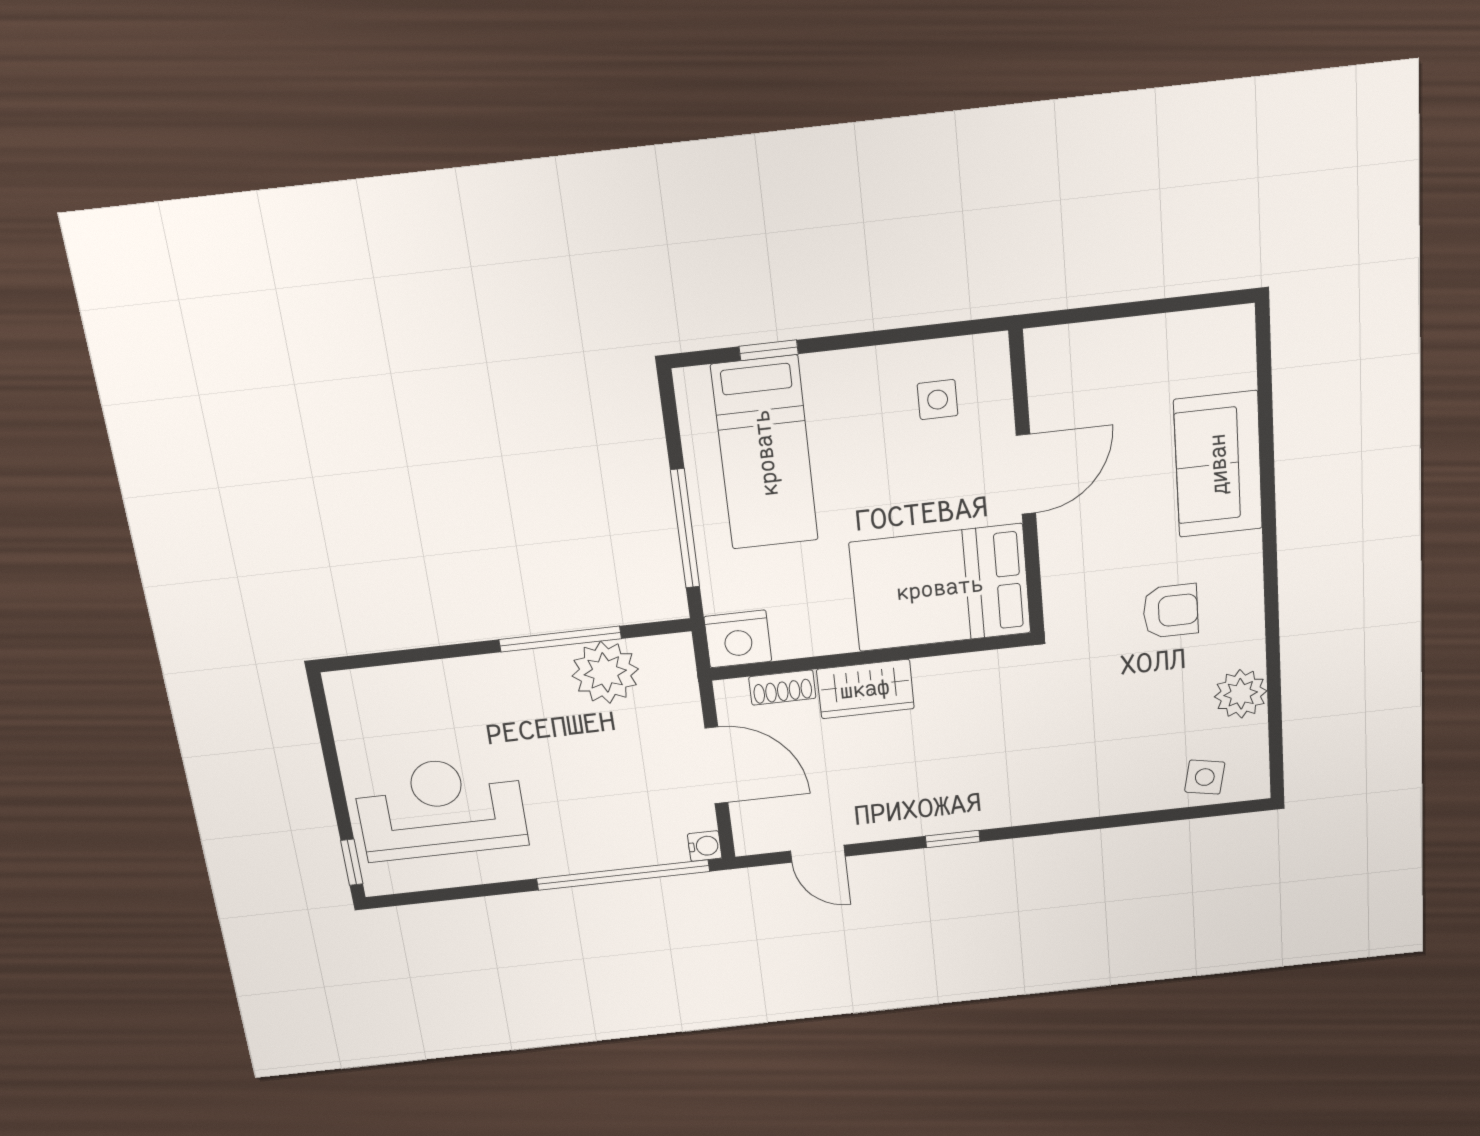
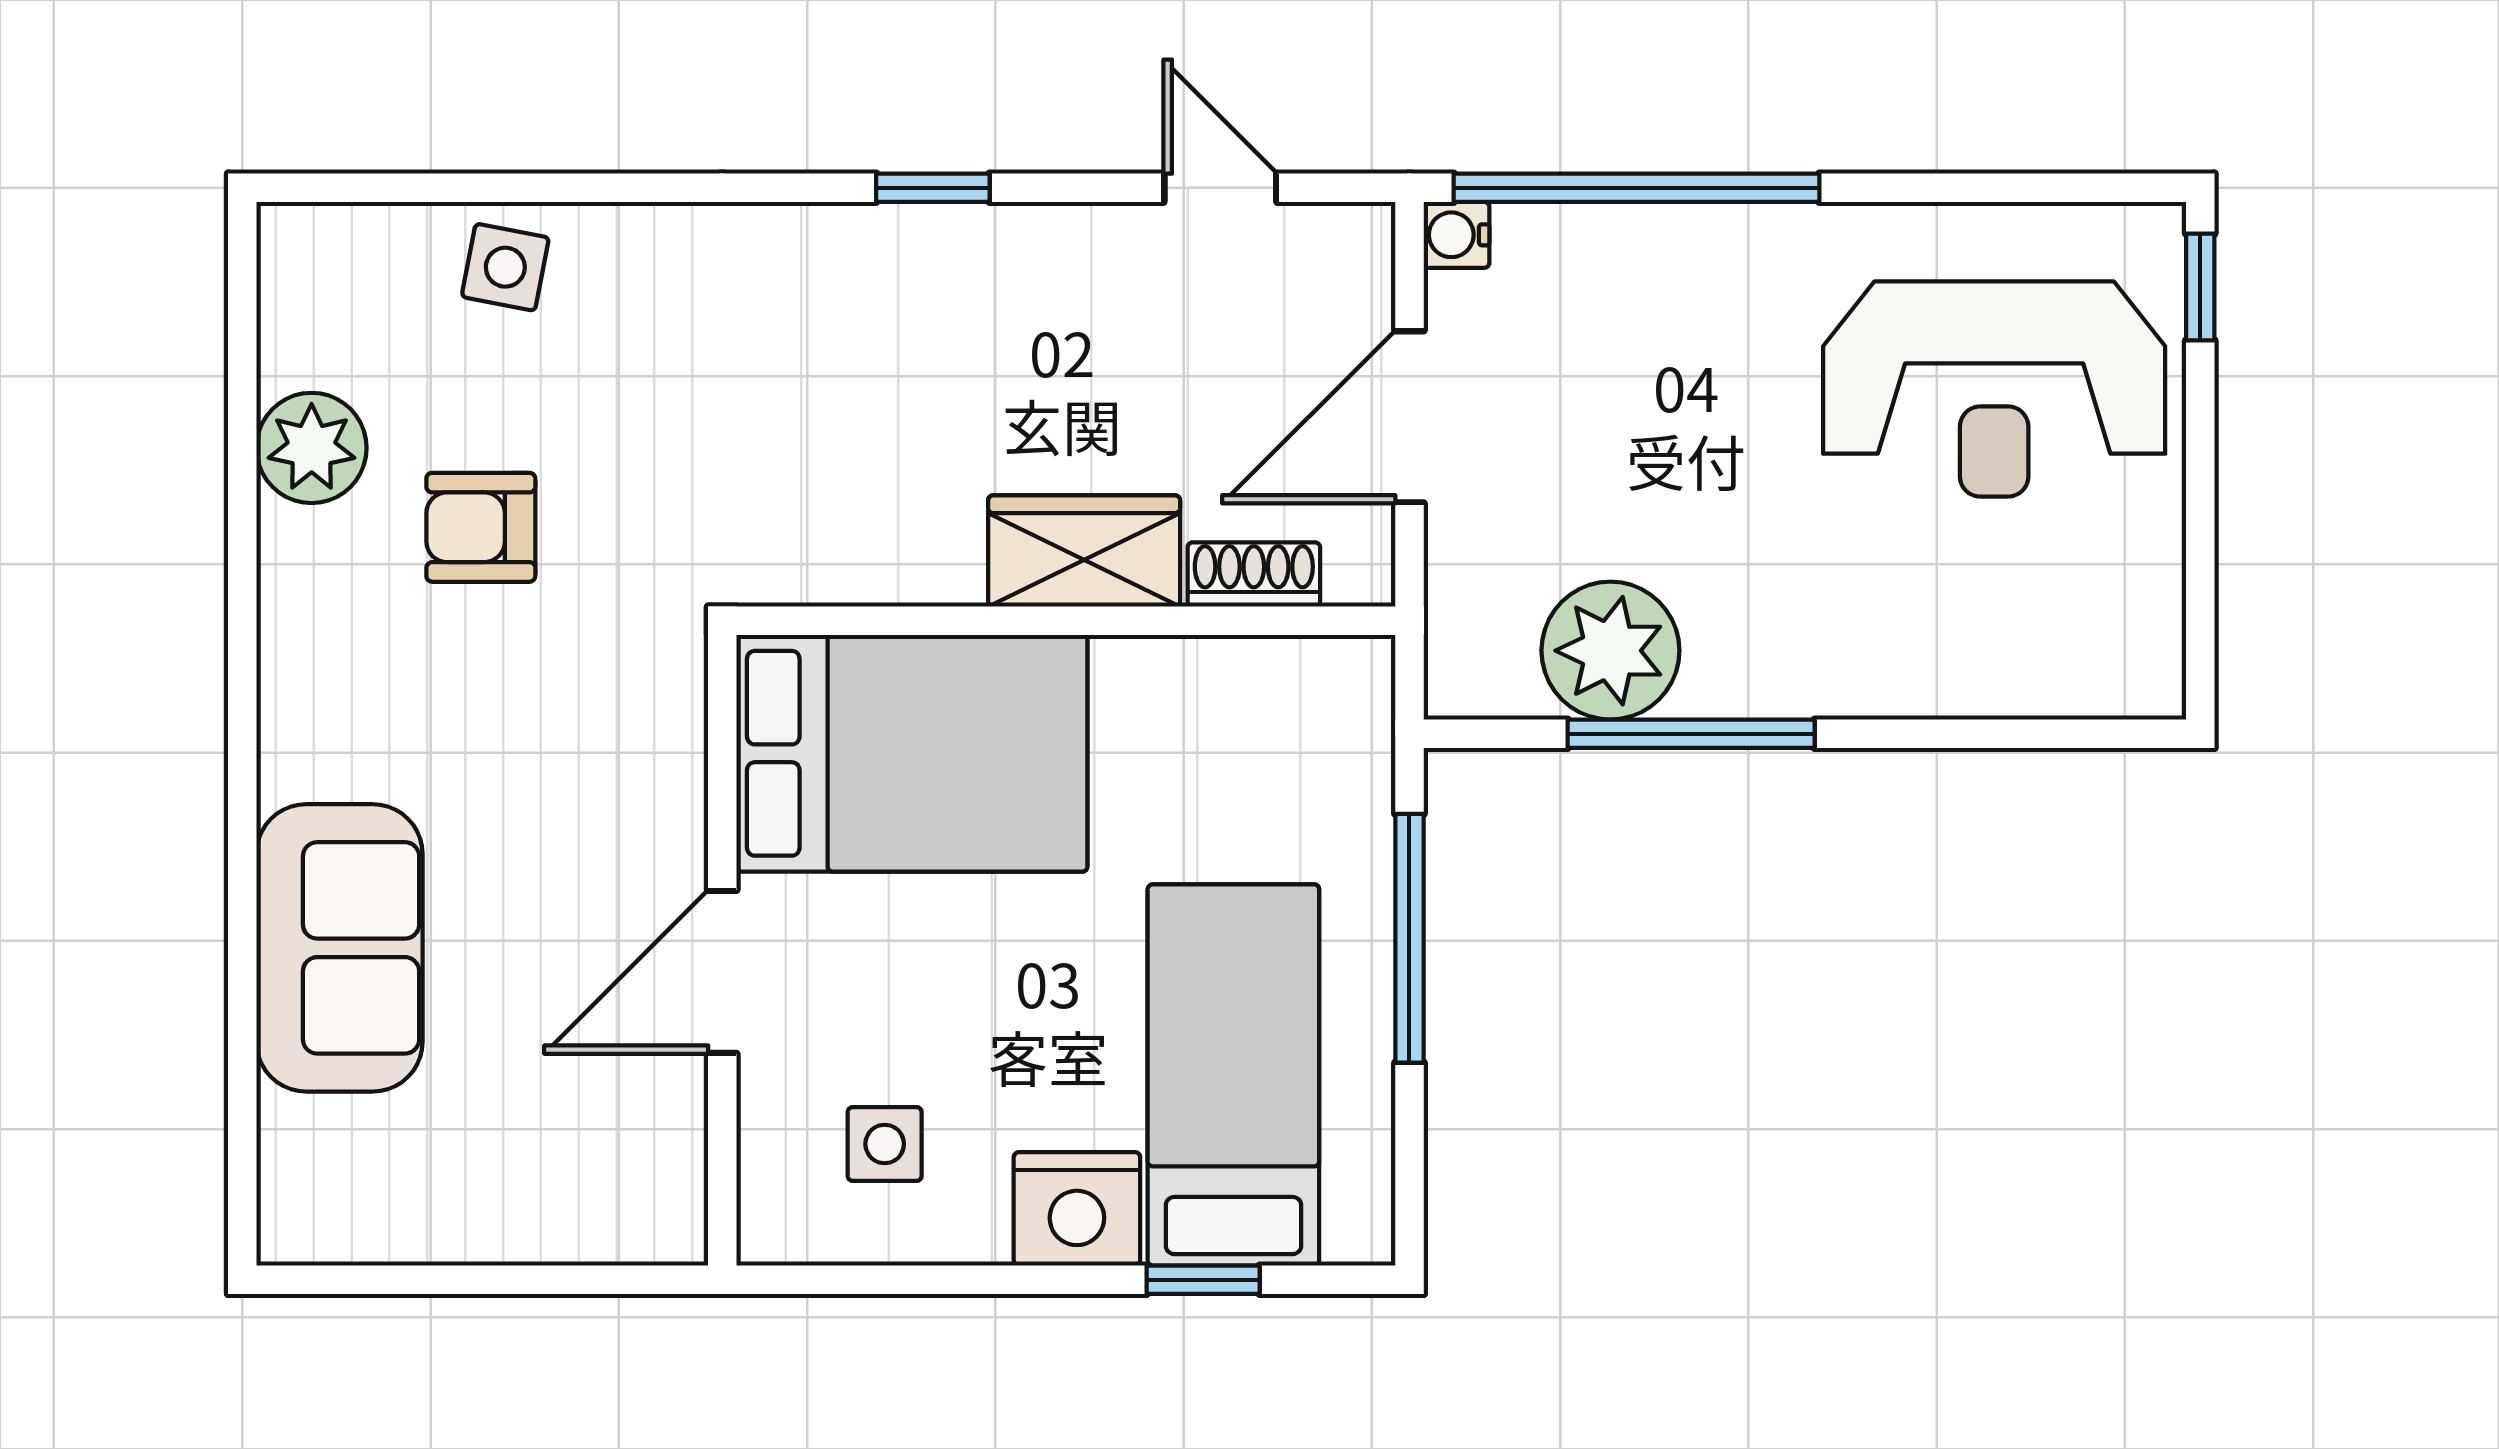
armchair: (1171, 611) -> (481, 527), moved
nightstand: (738, 639) -> (1077, 1209), moved, turned 180
door: (716, 765) -> (1409, 417), hinge flipped
side table: (1205, 777) -> (505, 267), moved

